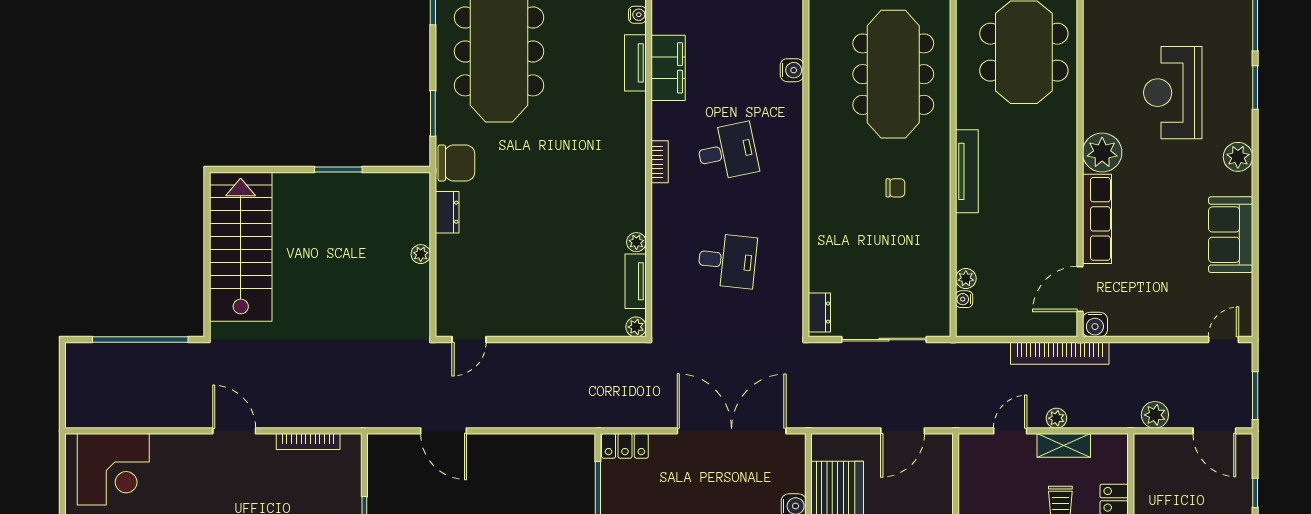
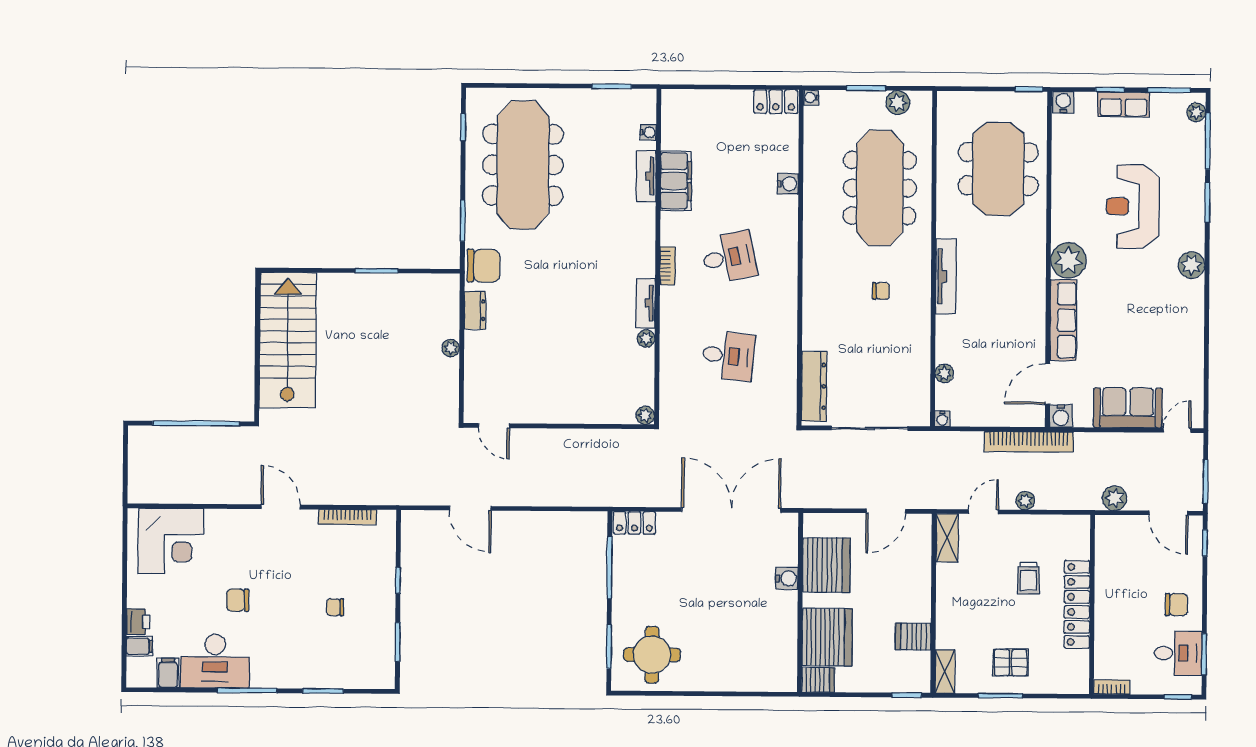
sofa: (1231, 235) -> (1128, 408), moved, turned 90
tv unit: (636, 281) -> (646, 303), moved
water cooler: (964, 299) -> (942, 419), moved, turned -90
dresser: (819, 313) -> (814, 386), width x1.96, depth x1.24
door: (469, 340) -> (494, 426), hinge flipped
shelving: (1064, 445) -> (947, 538), moved, turned 90
window: (1255, 493) -> (1205, 543), moved

